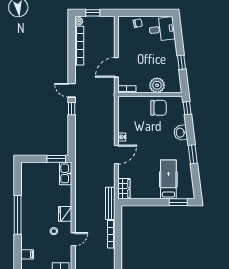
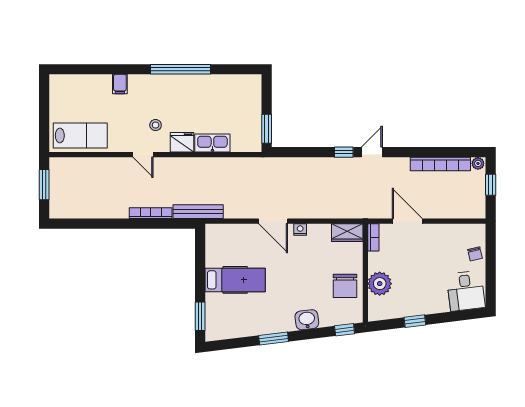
kitchen sink: (66, 173) -> (212, 143), moved
hospital bed: (168, 179) -> (235, 280), moved
wardrobe: (124, 189) -> (347, 233), moved

